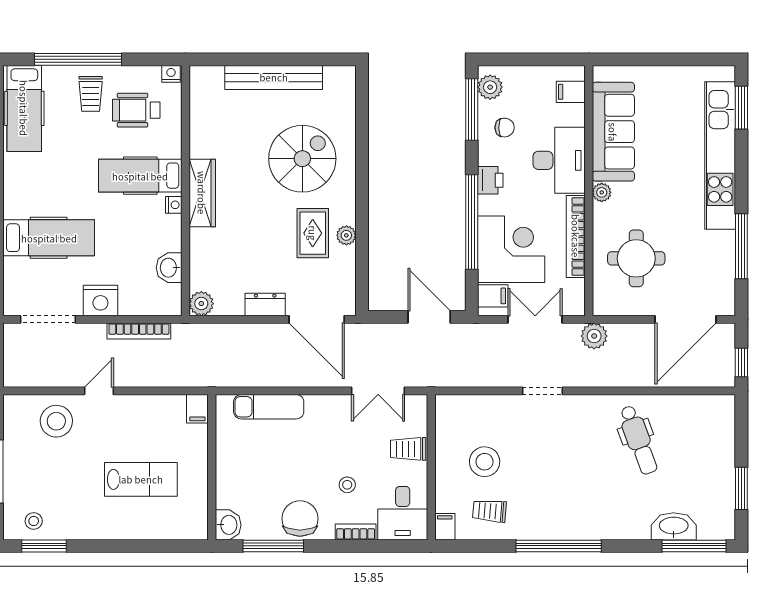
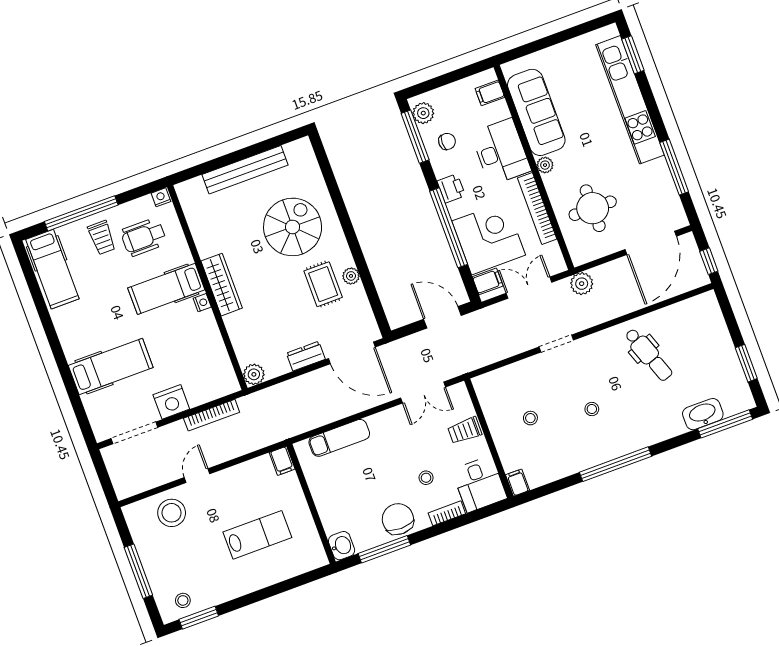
washbasin: (169, 268) -> (217, 355), removed
stool: (485, 462) -> (530, 418), width x0.53, depth x0.53
stool: (555, 476) -> (592, 409), added
trolley: (489, 511) -> (549, 456), removed

